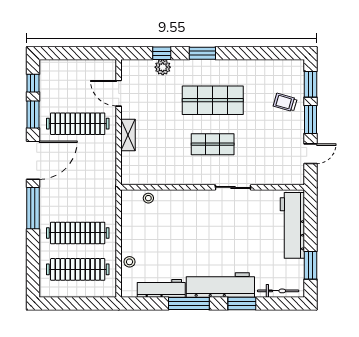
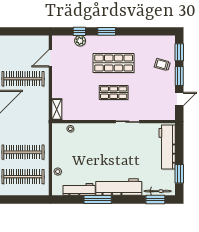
door: (119, 93) -> (50, 58), hinge flipped
shelving: (128, 135) -> (57, 109), moved
window: (242, 303) -> (155, 199), moved

